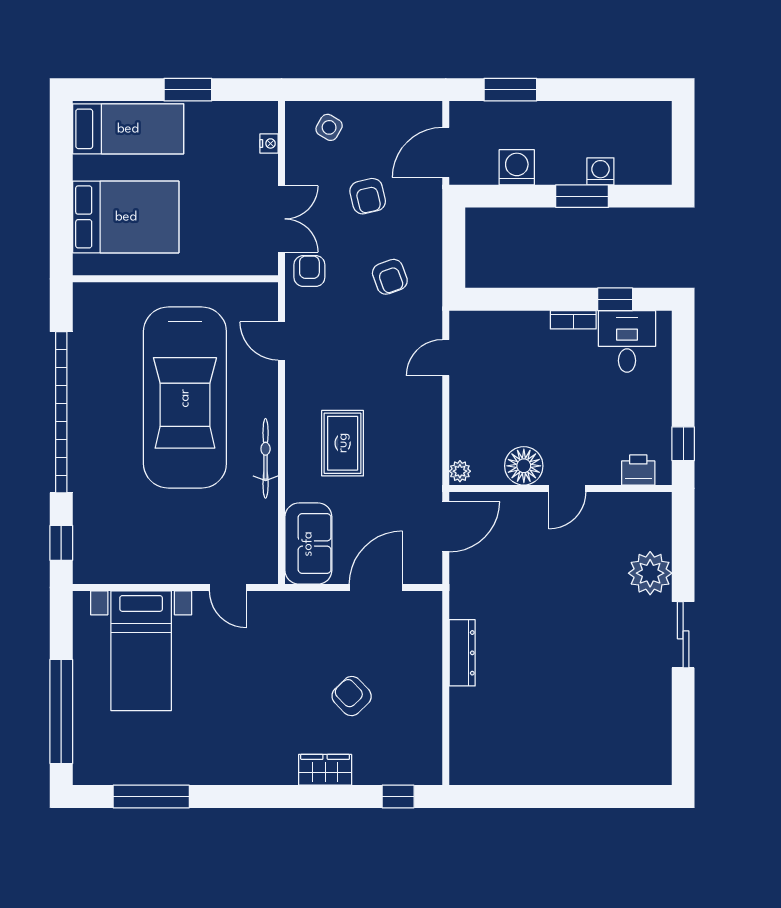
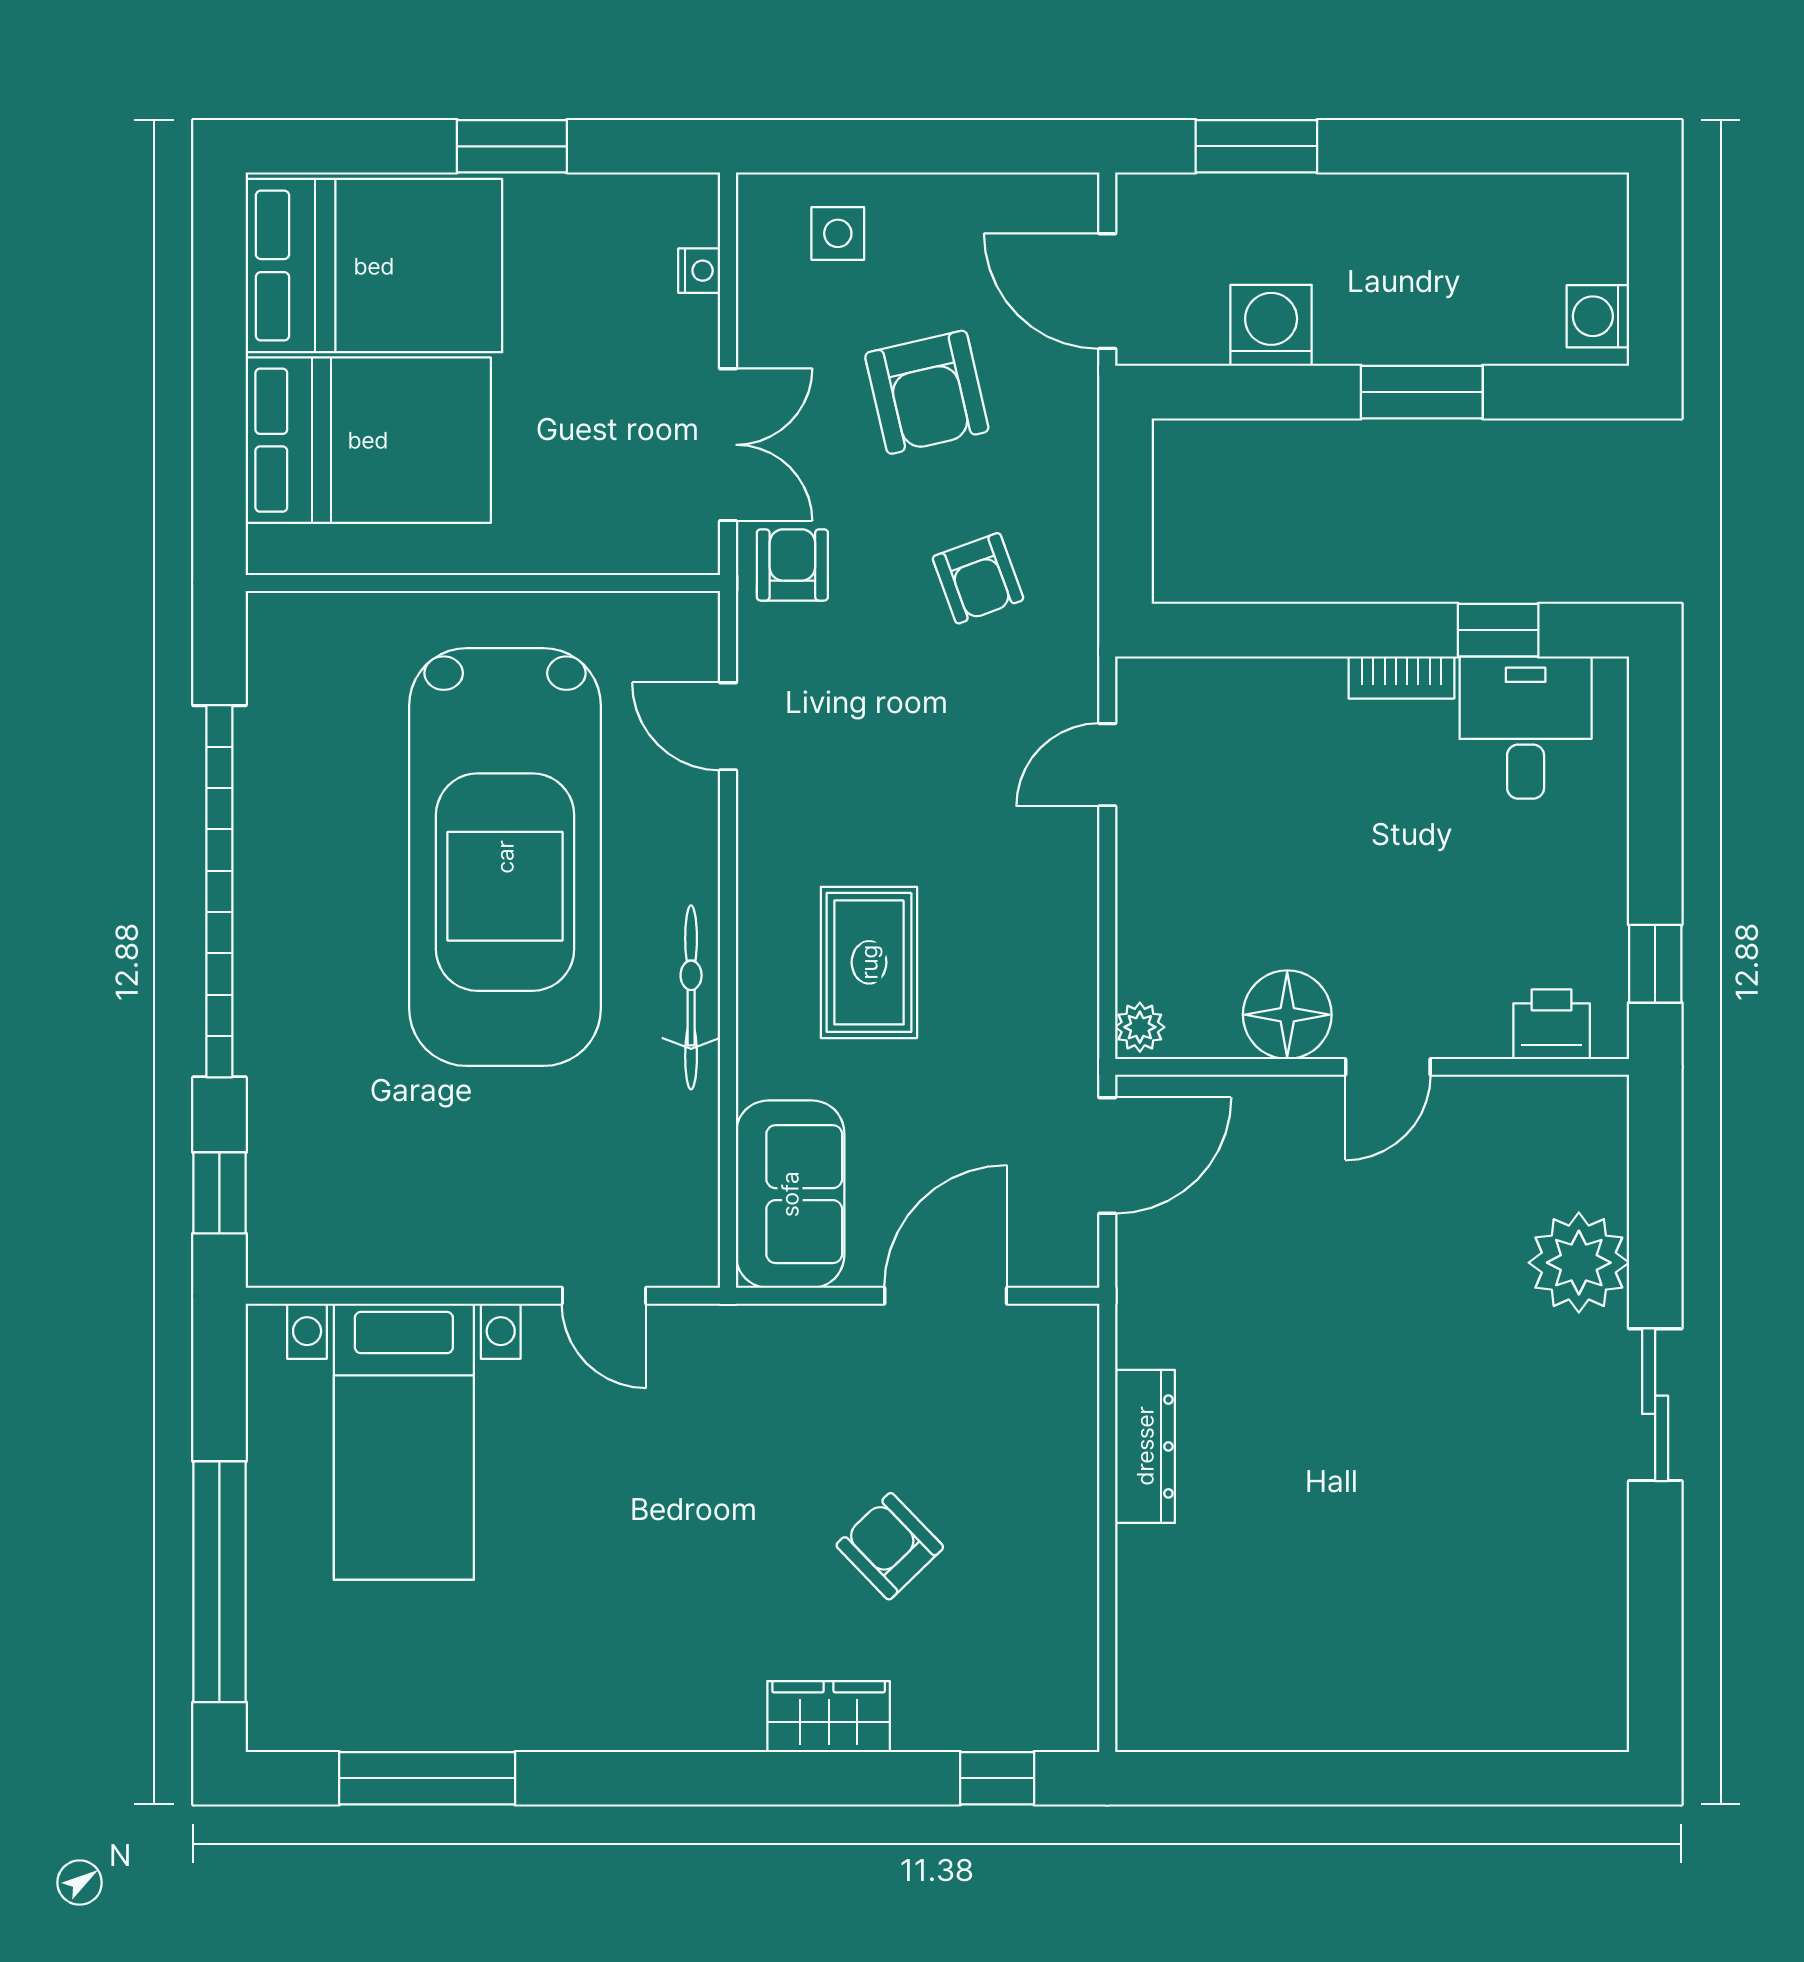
side table: (329, 127) -> (838, 233), turned -30
bed: (128, 129) -> (374, 266), width x1.50
door: (446, 152) -> (1107, 291), hinge flipped
washing machine: (600, 171) -> (1598, 316), moved, turned -90
armchair: (368, 196) -> (927, 392), width x1.38, depth x1.38

